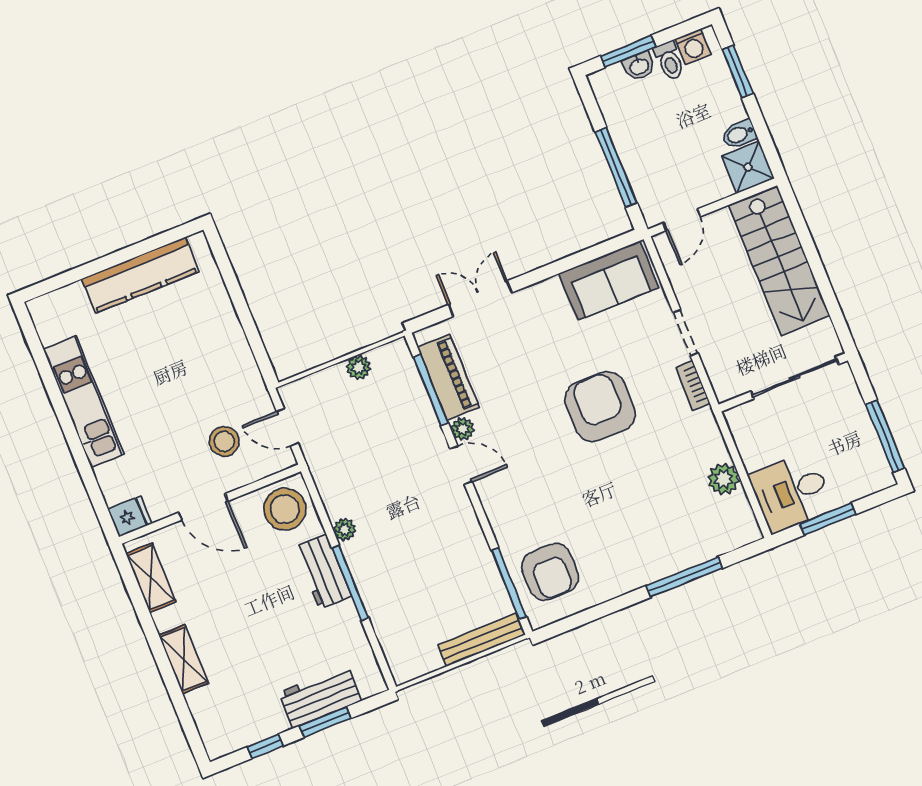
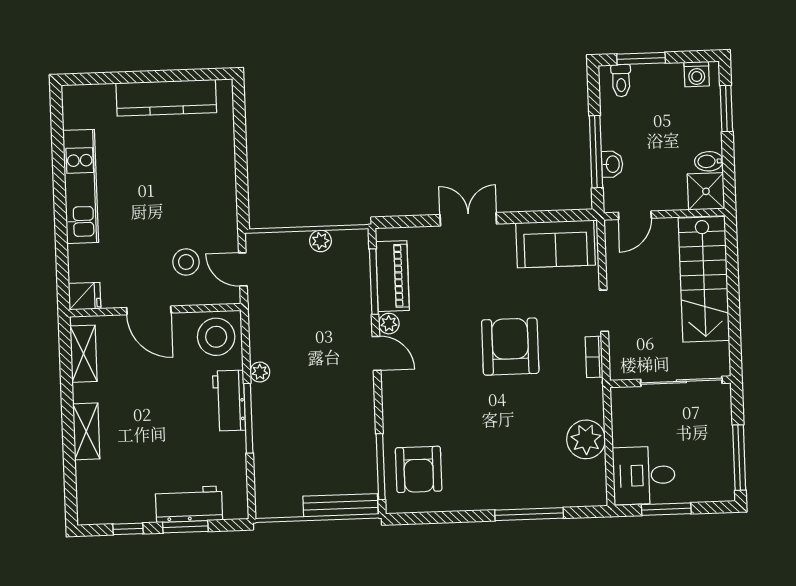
toilet: (669, 61) -> (621, 81), moved
washbasin: (639, 66) -> (612, 164), moved, turned -90
double door: (480, 299) -> (468, 219), moved
plant: (724, 479) -> (586, 439), width x1.36, depth x1.36

